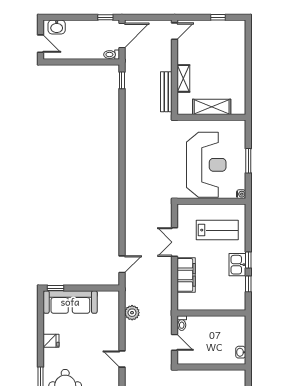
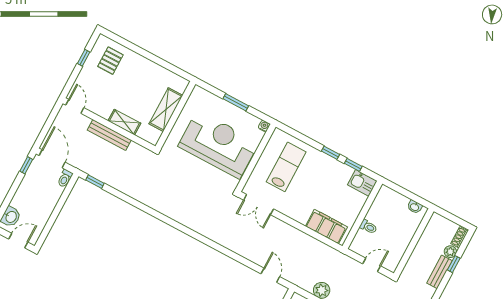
pallet: (227, 40) -> (110, 61), added
bench: (166, 92) -> (109, 135), moved
double door: (175, 242) -> (259, 205), moved
kitchen sink: (237, 265) -> (362, 183), moved
filing cabinet: (186, 275) -> (326, 227), moved
toilet: (182, 323) -> (368, 227), moved

